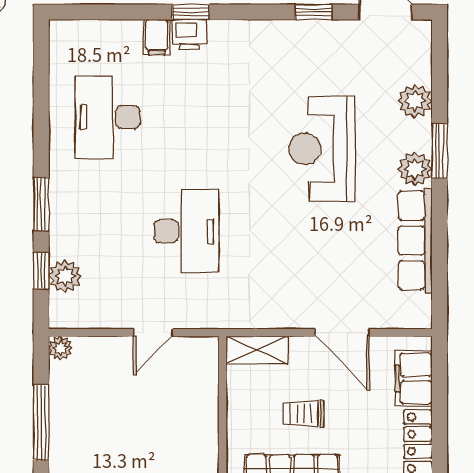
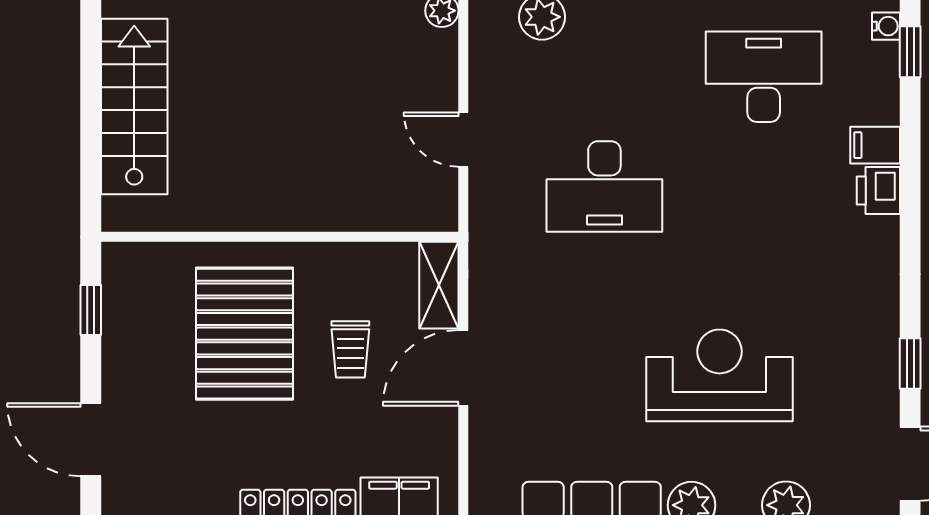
window: (191, 12) -> (910, 52), moved
water cooler: (71, 29) -> (886, 26), added
door: (342, 333) -> (463, 368), moved
trolley: (303, 414) -> (350, 349), turned 180

